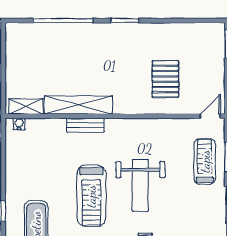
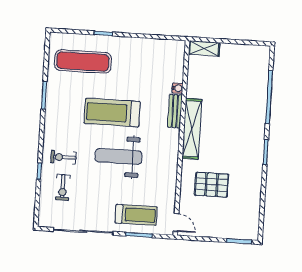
shelving: (78, 105) -> (192, 129), moved
shelving: (26, 106) -> (204, 48), moved, turned 90
water cooler: (19, 124) -> (178, 88), moved

